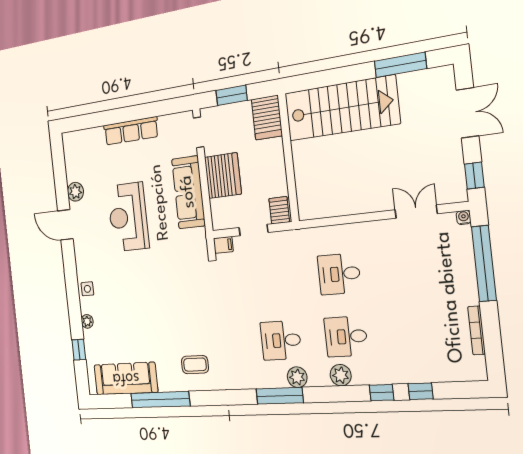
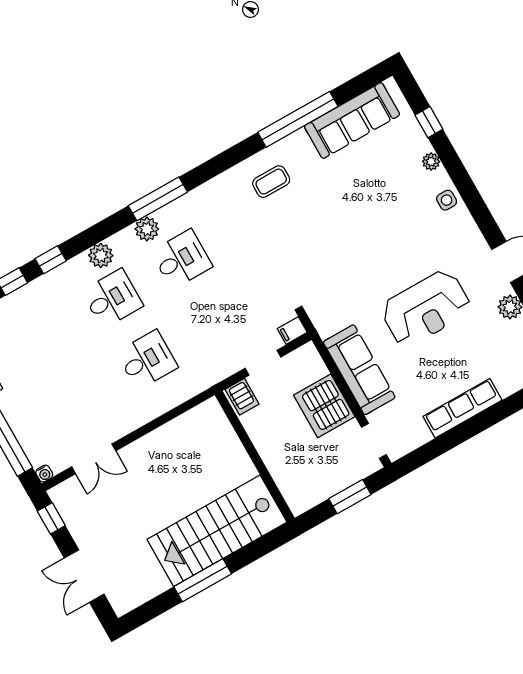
window: (400, 65) -> (203, 580), moved
server rack: (267, 118) -> (298, 489), removed
reception desk: (128, 217) -> (426, 308), turned 90

